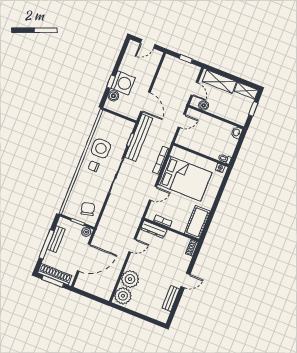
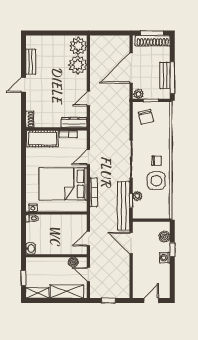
washing machine: (123, 83) -> (165, 258), width x0.53, depth x0.53
plant: (123, 142) -> (137, 196), added
cot: (197, 222) -> (43, 139), moved, turned 90
window: (46, 244) -> (172, 78), moved

